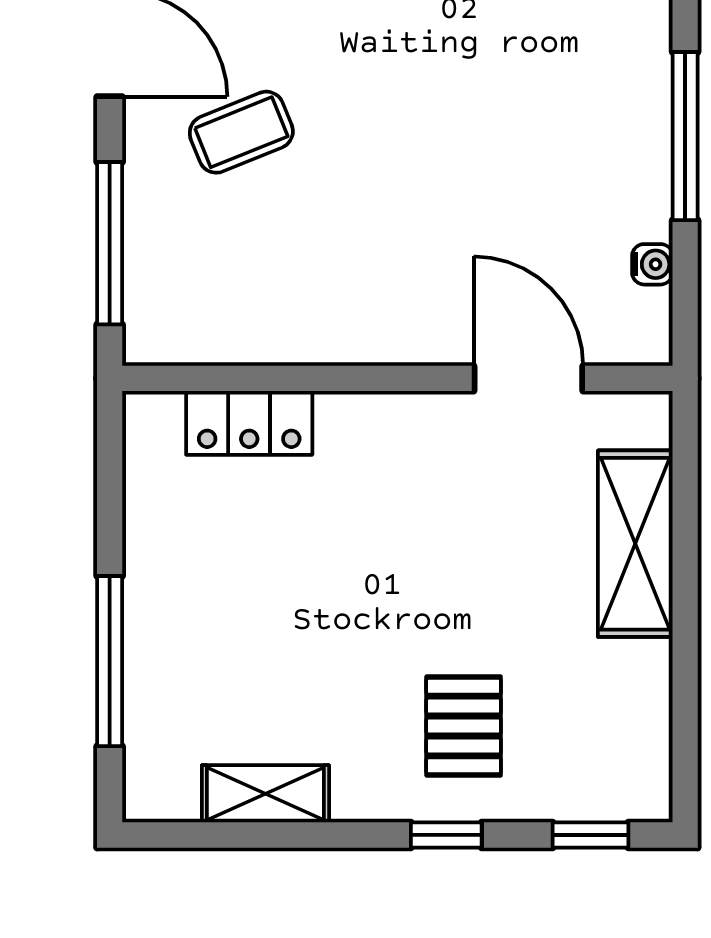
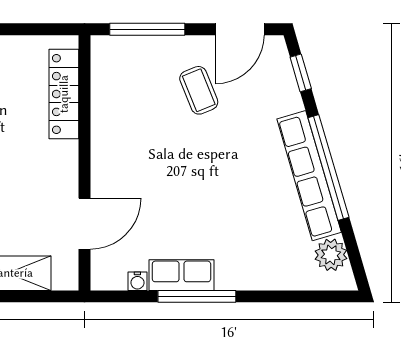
row of seats: (639, 169) -> (181, 275), added
locker: (249, 423) -> (64, 94), width x1.53

